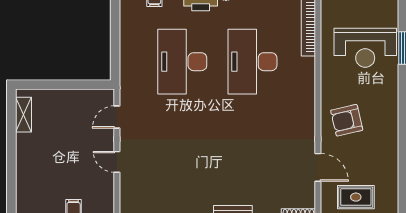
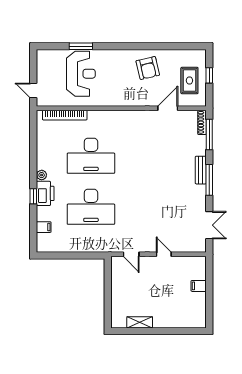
shelving: (24, 115) -> (140, 322), moved
armchair: (347, 120) -> (148, 68), moved
door: (117, 162) -> (164, 254), swing flipped

